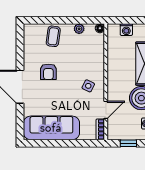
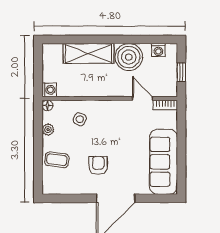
washing machine: (126, 30) -> (49, 90), moved
armchair: (48, 72) -> (98, 165), turned -90
side table: (88, 86) -> (80, 119), moved

